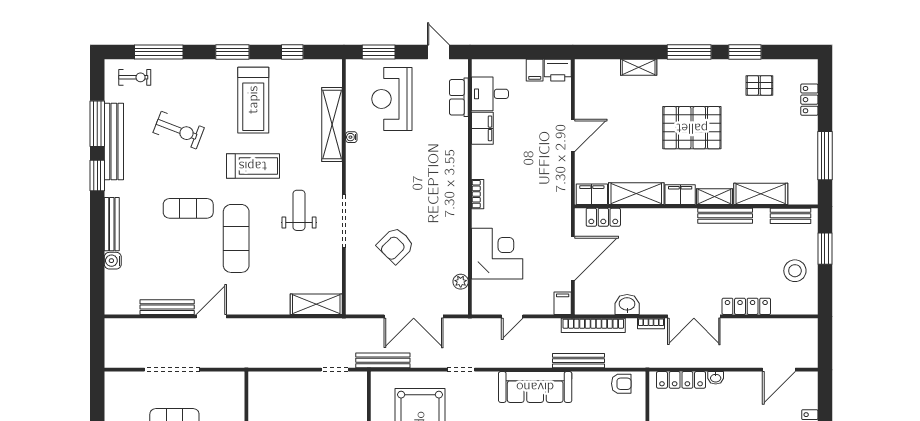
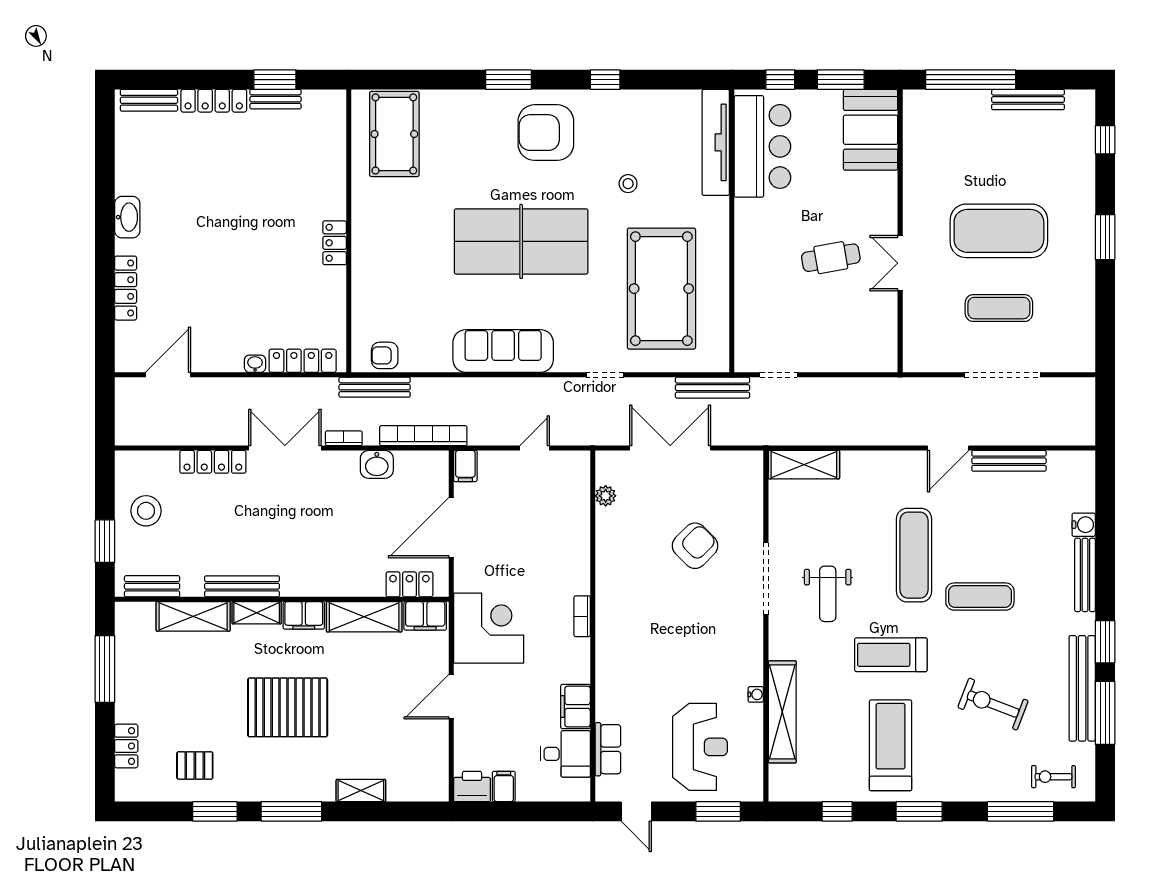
corner desk: (497, 254) -> (489, 628), moved, turned 180
bench: (578, 361) -> (375, 387), moved

